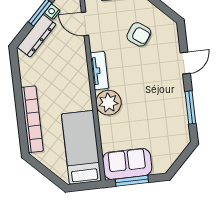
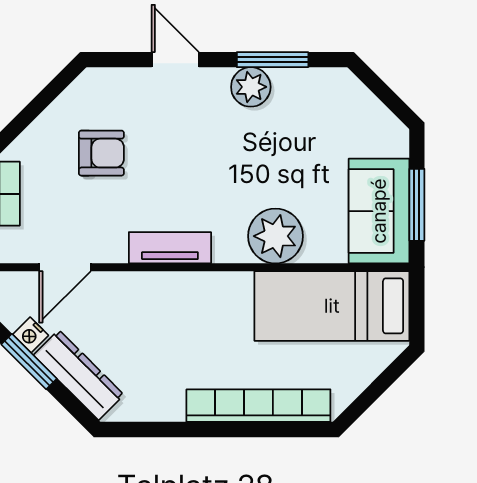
armchair: (139, 34) -> (101, 153), turned 55
plant: (177, 99) -> (251, 87), added
plant: (108, 103) -> (275, 236), moved

